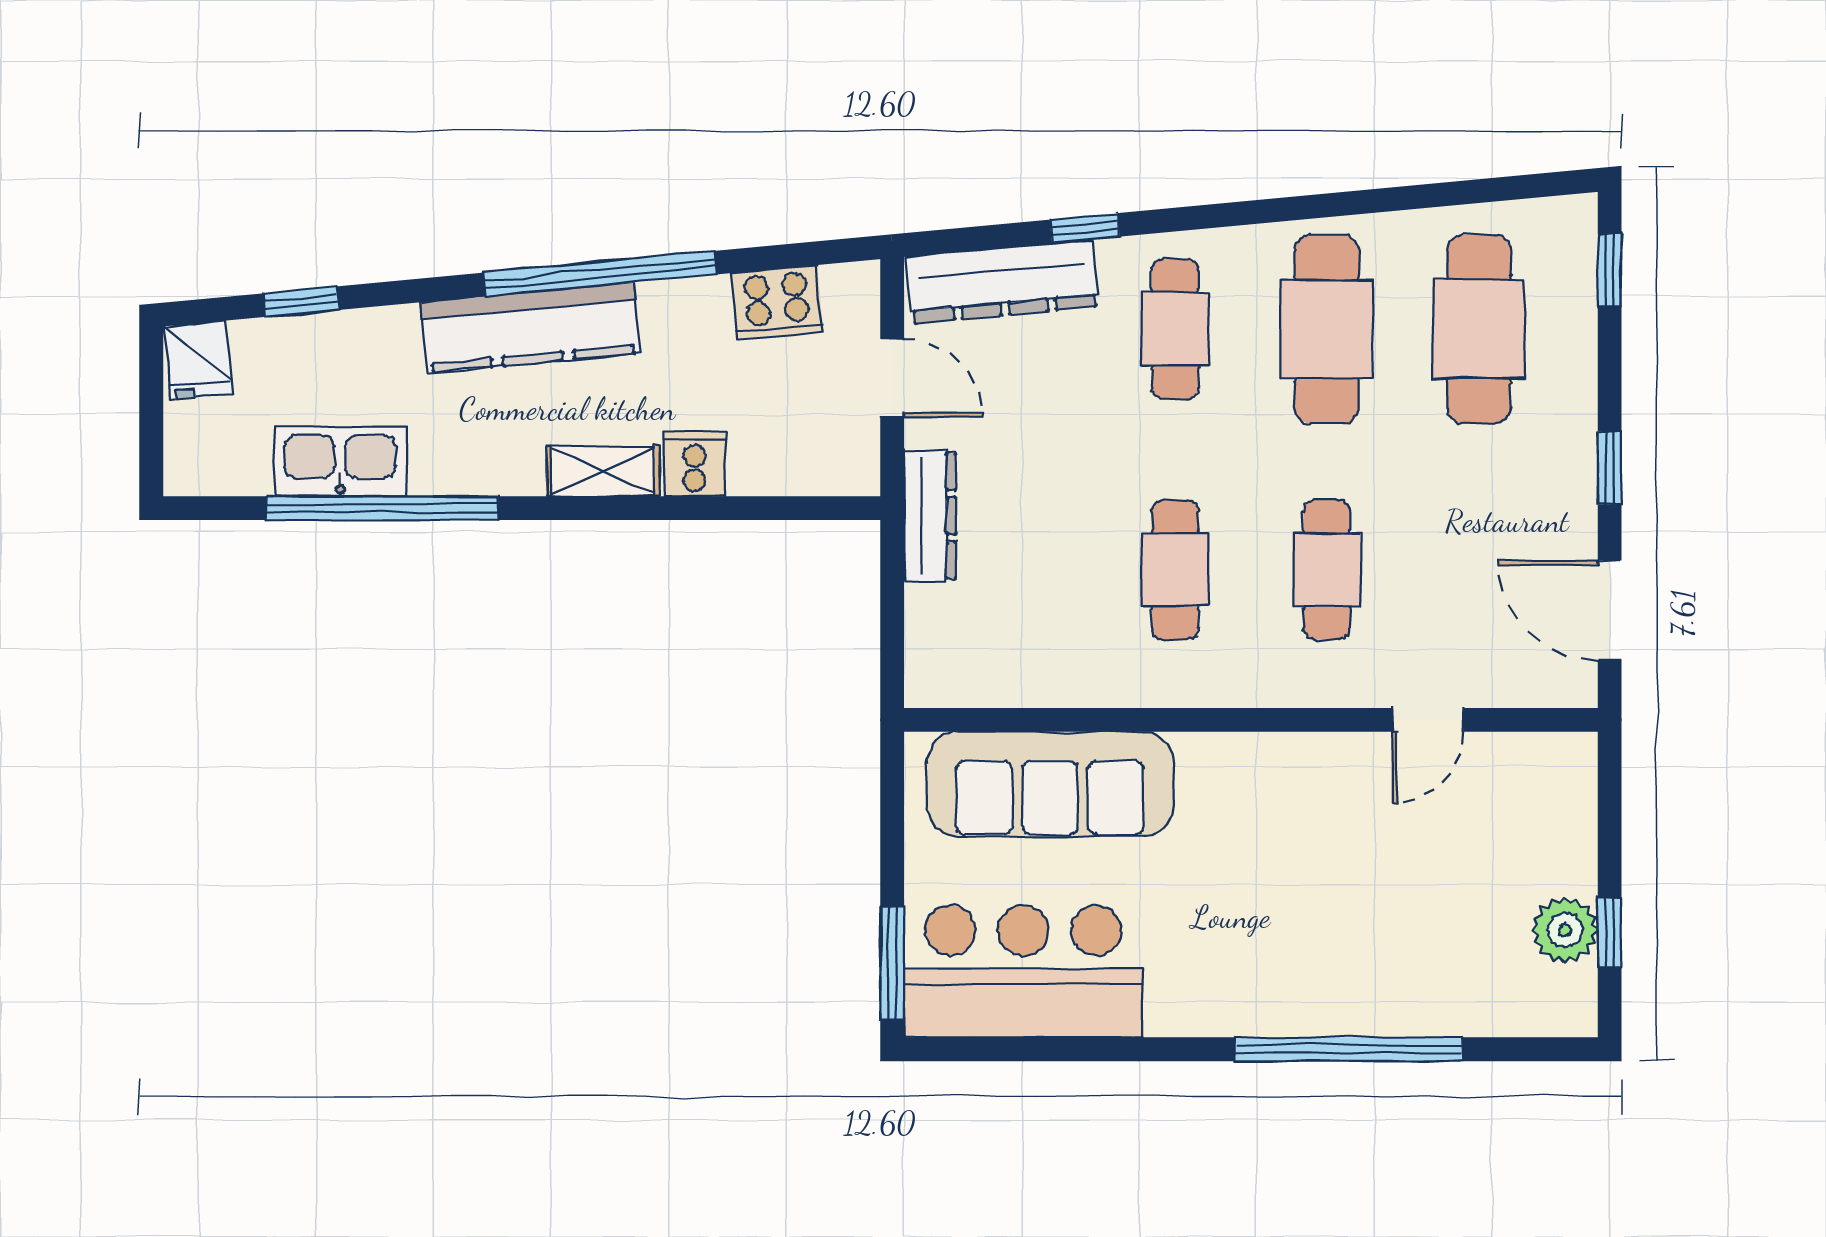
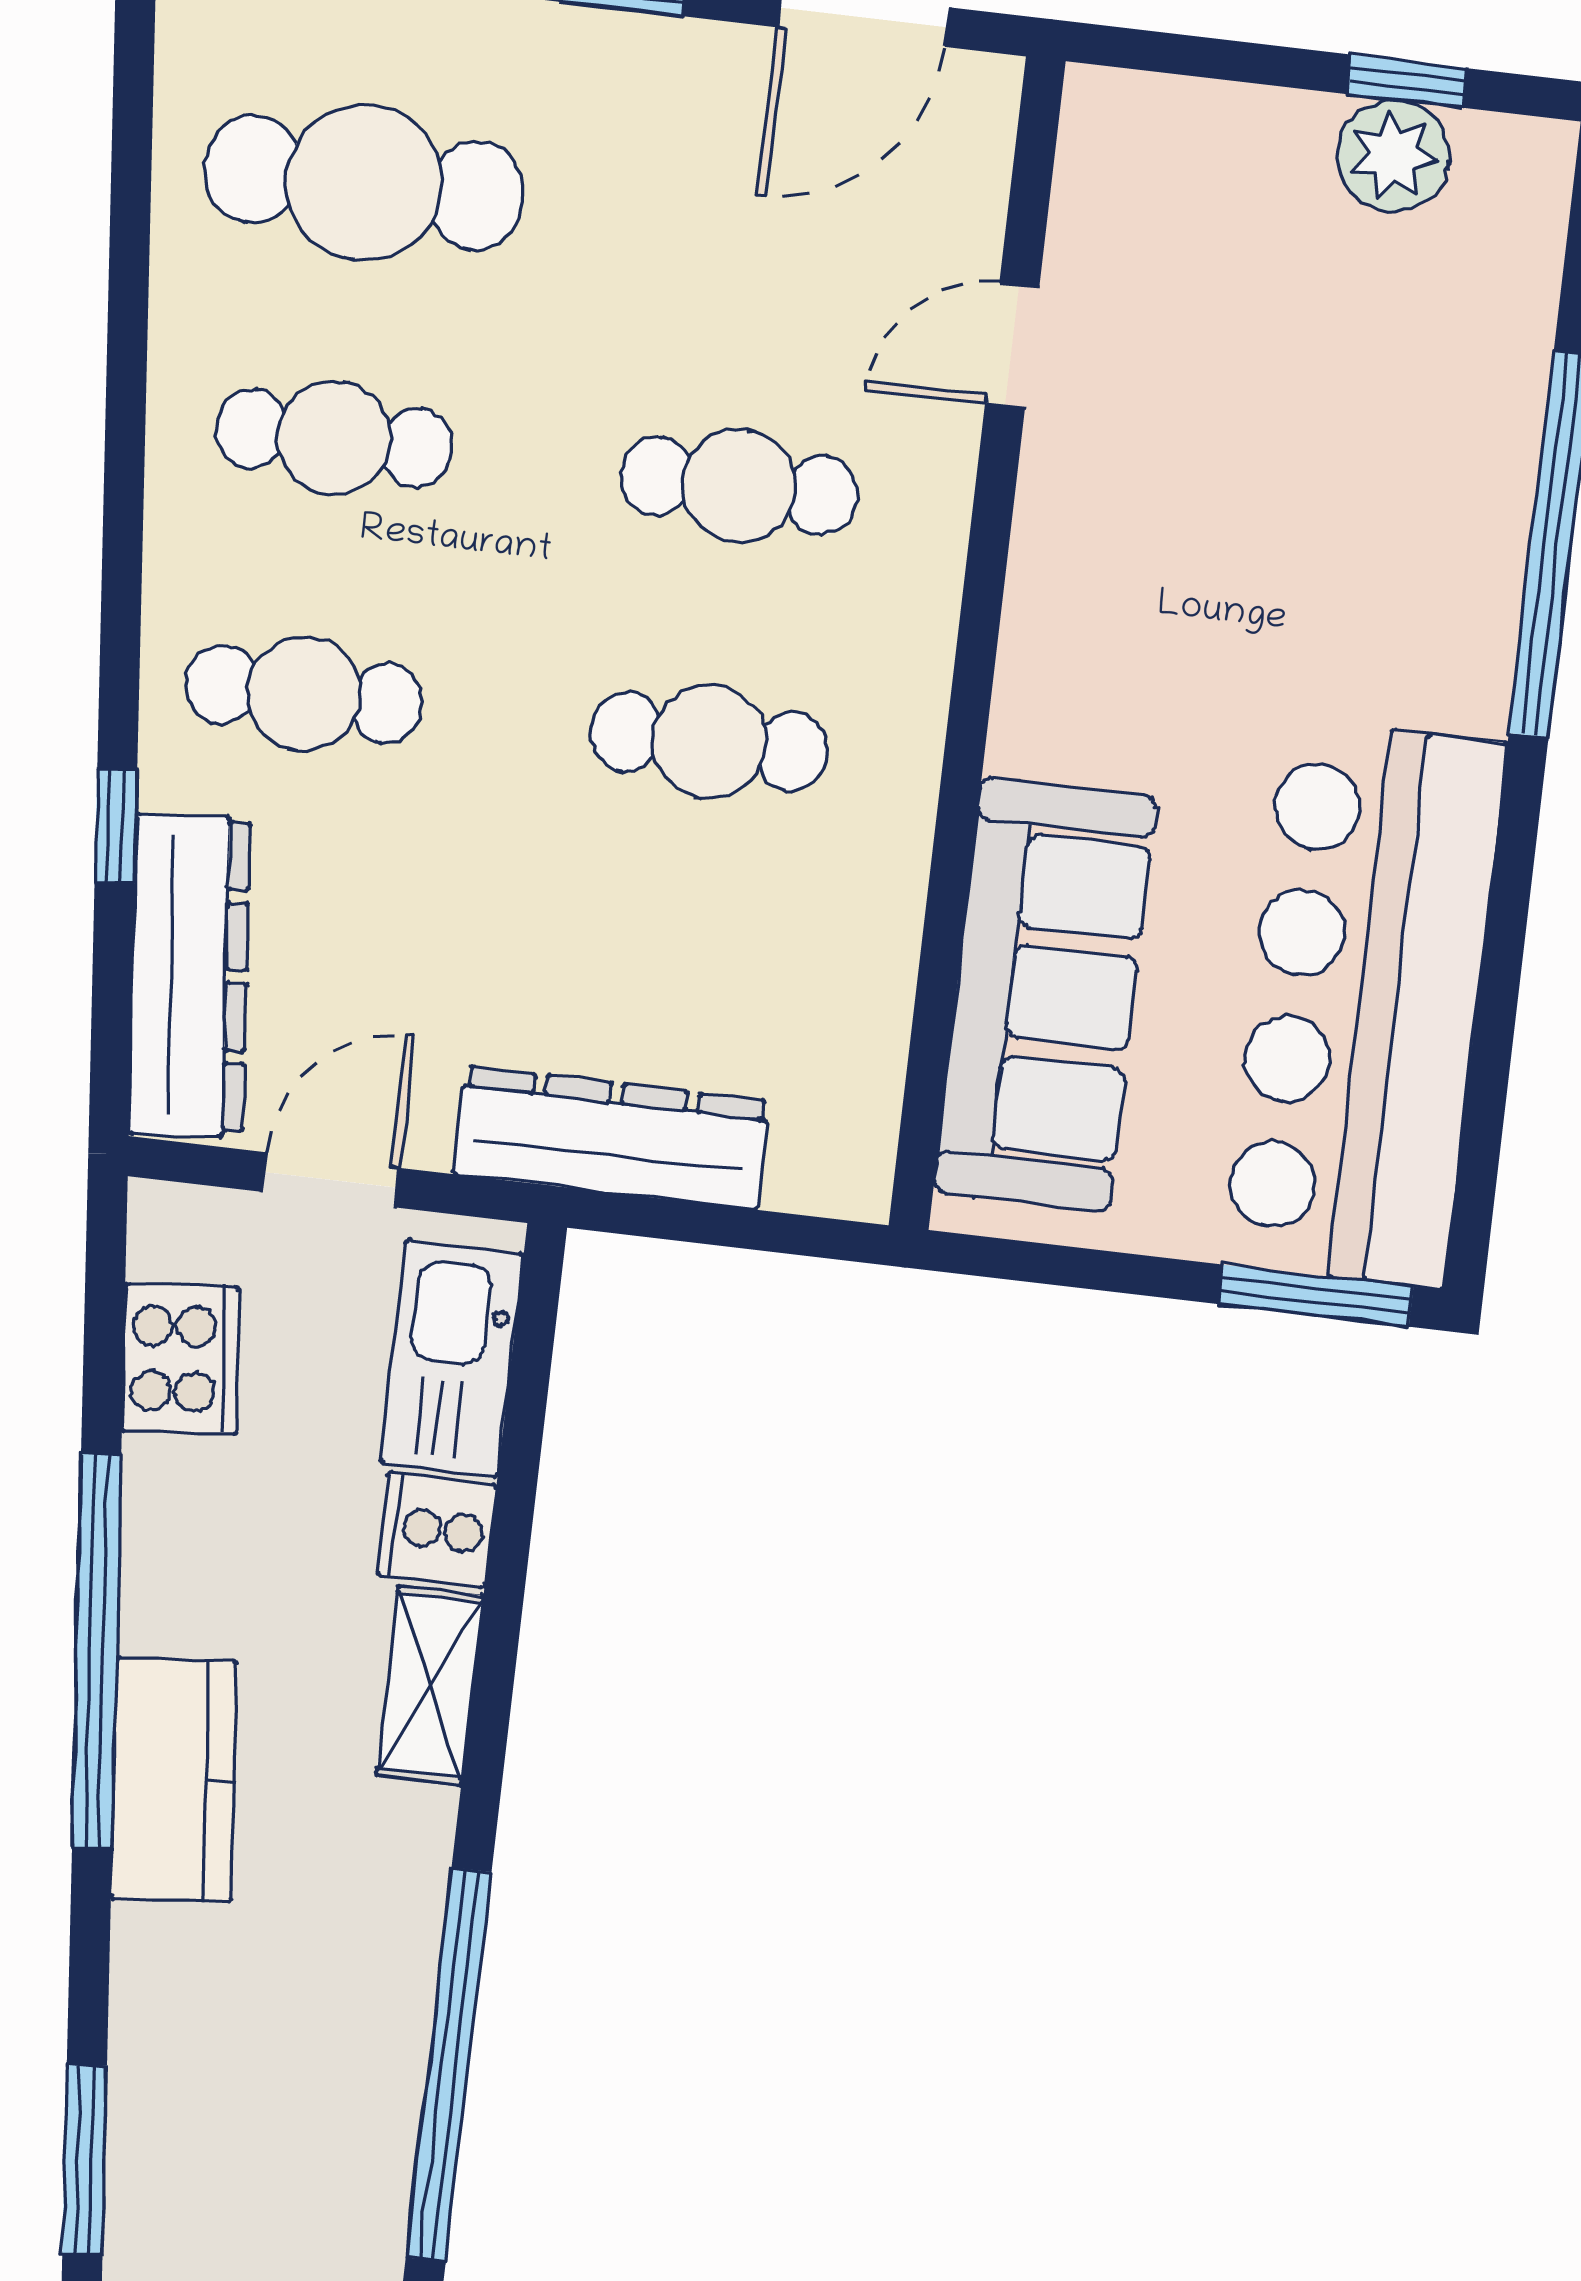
window: (301, 302) -> (85, 2160), width x1.50
kitchen counter: (530, 328) -> (174, 1780), width x0.67
cafe table: (1327, 329) -> (334, 438), width x0.73, depth x0.74
kitchen sink: (340, 462) -> (452, 1358), moved
dresser: (930, 516) -> (611, 1138), width x1.37, depth x1.24
door: (1428, 720) -> (1012, 346), swing flipped
bar counter: (1023, 971) -> (1364, 1004), width x1.36

